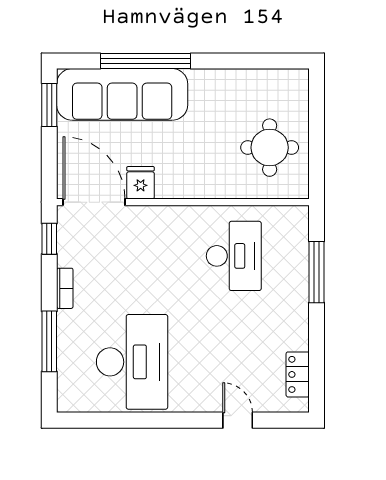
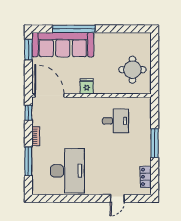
fridge: (141, 183) -> (87, 86), moved
desk: (234, 256) -> (115, 121), width x0.73
window: (317, 272) -> (155, 143), moved
door: (238, 420) -> (117, 198), swing flipped

